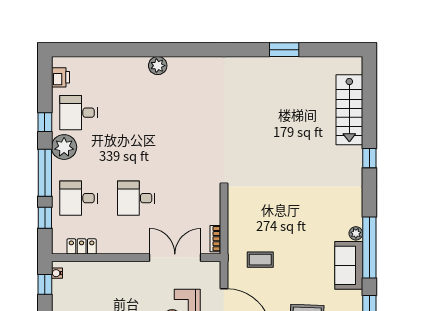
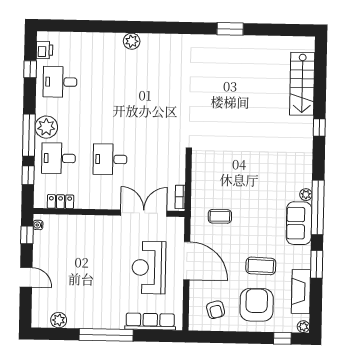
window: (284, 50) -> (230, 29), moved
window: (45, 122) -> (30, 69), moved
plant: (64, 147) -> (46, 127), moved

